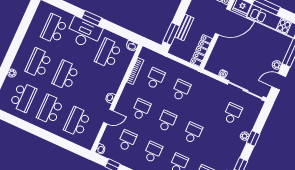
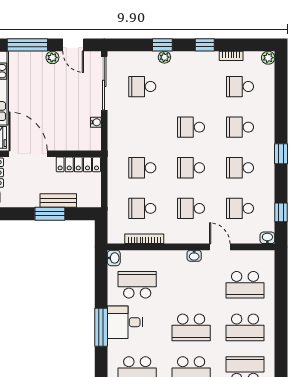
window: (92, 18) -> (101, 327), width x1.44
desk: (84, 33) -> (125, 322), width x0.73
window: (171, 34) -> (50, 214), moved
school desk: (108, 53) -> (137, 285), turned 180

